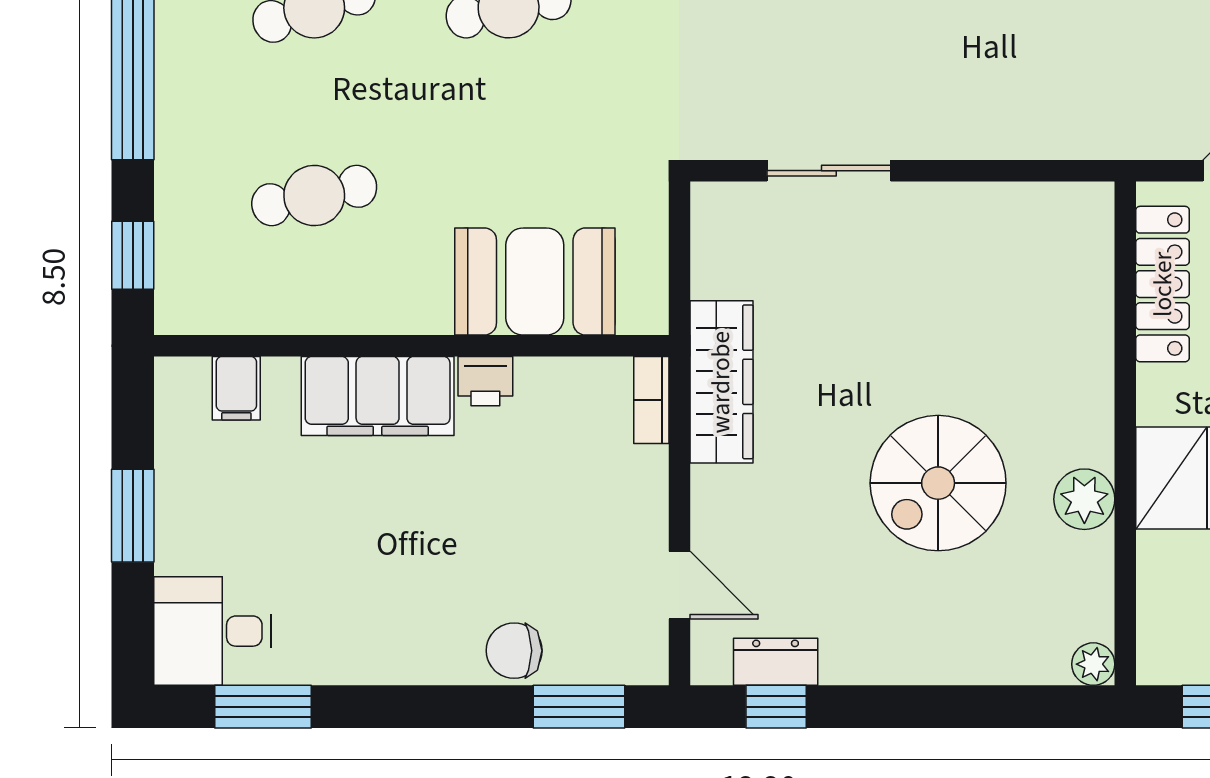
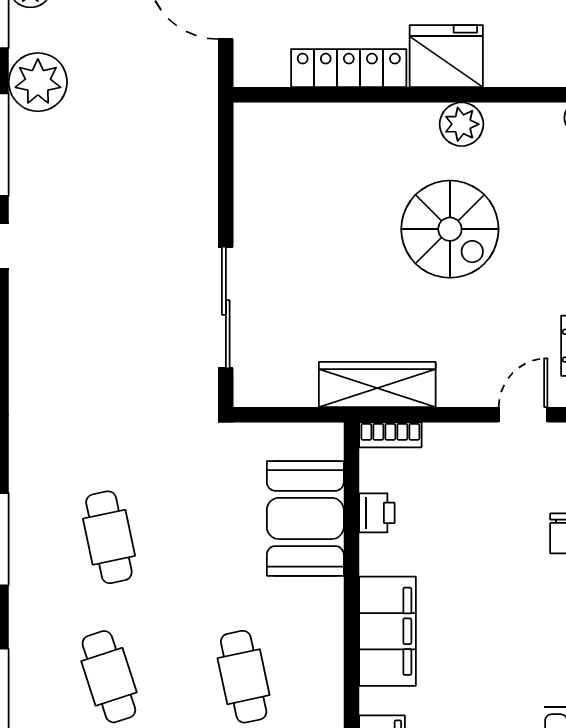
sliding door: (829, 171) -> (226, 308), width x1.37
locker: (1163, 284) -> (349, 68), moved
printer: (485, 381) -> (377, 513), moved

